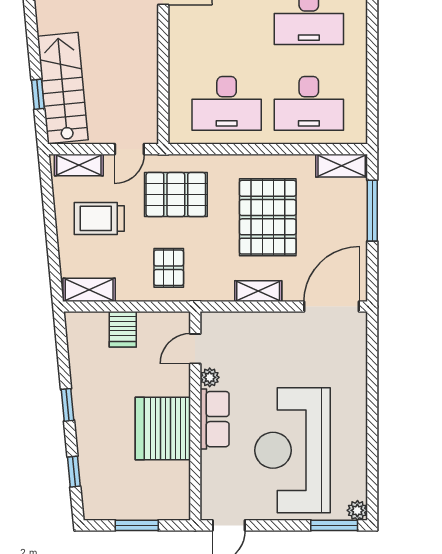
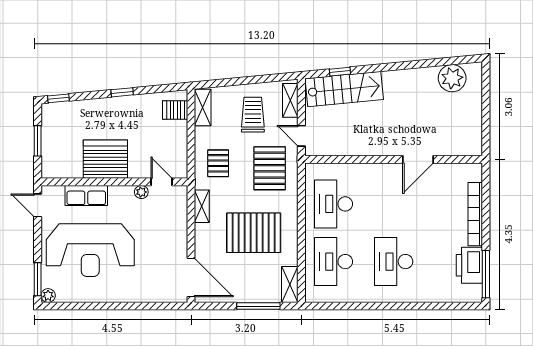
pallet: (169, 268) -> (218, 163), turned 90
shelving: (258, 291) -> (202, 206), moved
server rack: (123, 329) -> (175, 110), moved
row of seats: (215, 419) -> (86, 195), moved
reception desk: (293, 450) -> (90, 250), turned 180
window: (74, 472) -> (58, 98), moved

